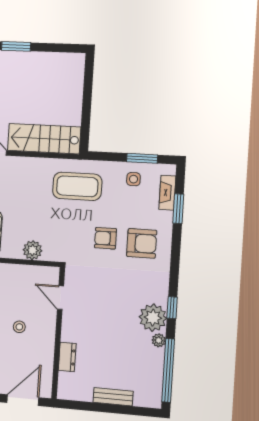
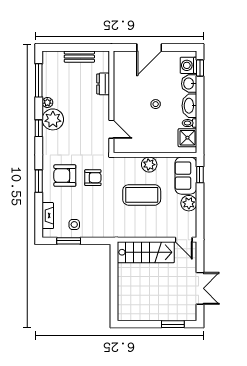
coffee table: (77, 186) -> (142, 195), moved
window: (178, 209) -> (39, 181), moved
door: (60, 298) -> (111, 129), moved
wall: (58, 333) -> (111, 102), moved
dresser: (67, 357) -> (103, 84), moved
window: (168, 370) -> (39, 80), width x0.68

